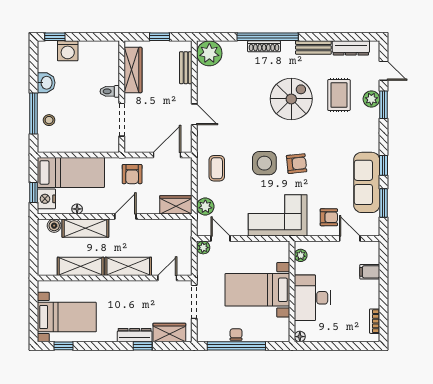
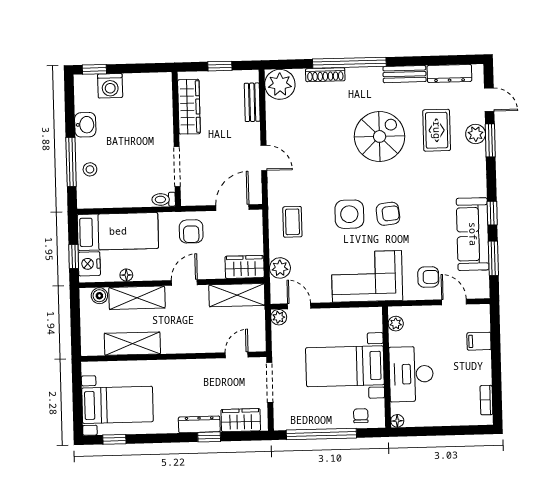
shoe rack: (264, 46) -> (325, 75), moved
toilet: (110, 91) -> (164, 199), moved
shelving: (128, 266) -> (237, 295), moved
chair: (236, 334) -> (361, 416), moved

